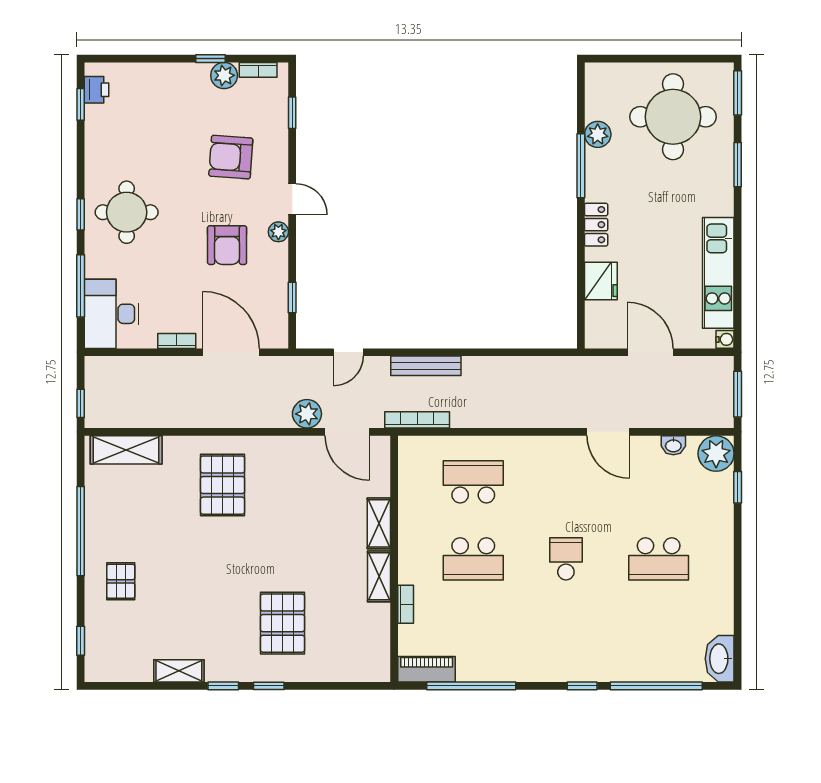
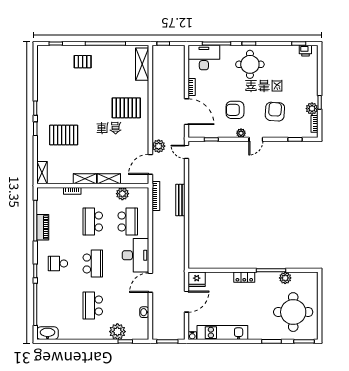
fridge: (601, 281) -> (197, 279), moved
door: (231, 352) -> (186, 112), hinge flipped
door: (348, 352) -> (186, 152), moved
plant: (716, 454) -> (117, 332), moved
desk: (548, 465) -> (135, 255), added
plant: (412, 493) -> (122, 194), added
school desk: (566, 559) -> (93, 263), width x1.85
school desk: (566, 636) -> (58, 263), added
piano: (427, 669) -> (43, 227), moved
shelving: (179, 671) -> (42, 173), moved

